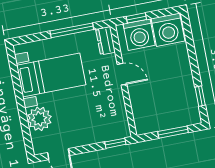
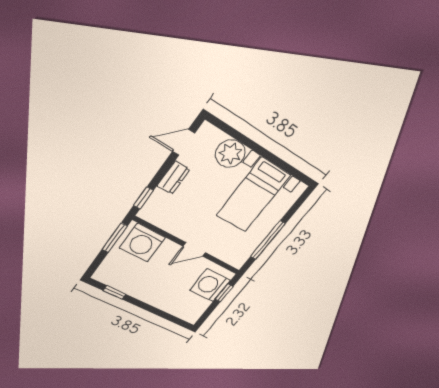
washing machine: (168, 30) -> (142, 243), moved, turned -90
dresser: (106, 41) -> (173, 178), moved, turned 90
window: (173, 132) -> (115, 238), moved

